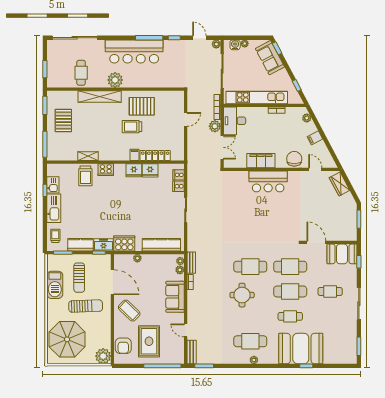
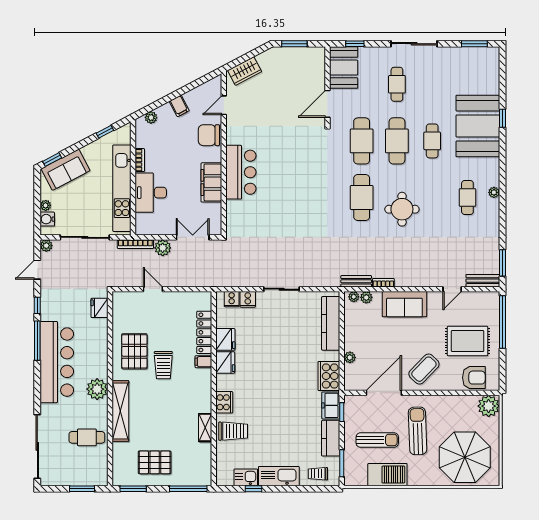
fridge: (172, 82) -> (99, 308), added
desk: (235, 121) -> (151, 193), moved, turned 90
cafe table: (250, 341) -> (467, 198), width x0.73, depth x0.74

